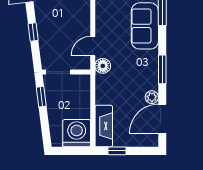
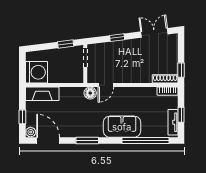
door: (93, 46) -> (106, 85), swing flipped
plant: (152, 97) -> (31, 132), moved
window: (117, 151) -> (22, 117), moved

